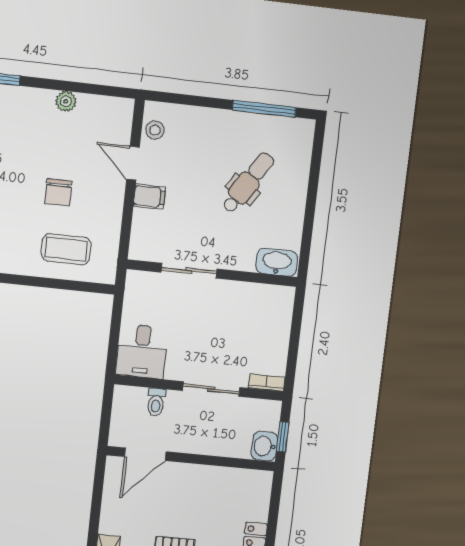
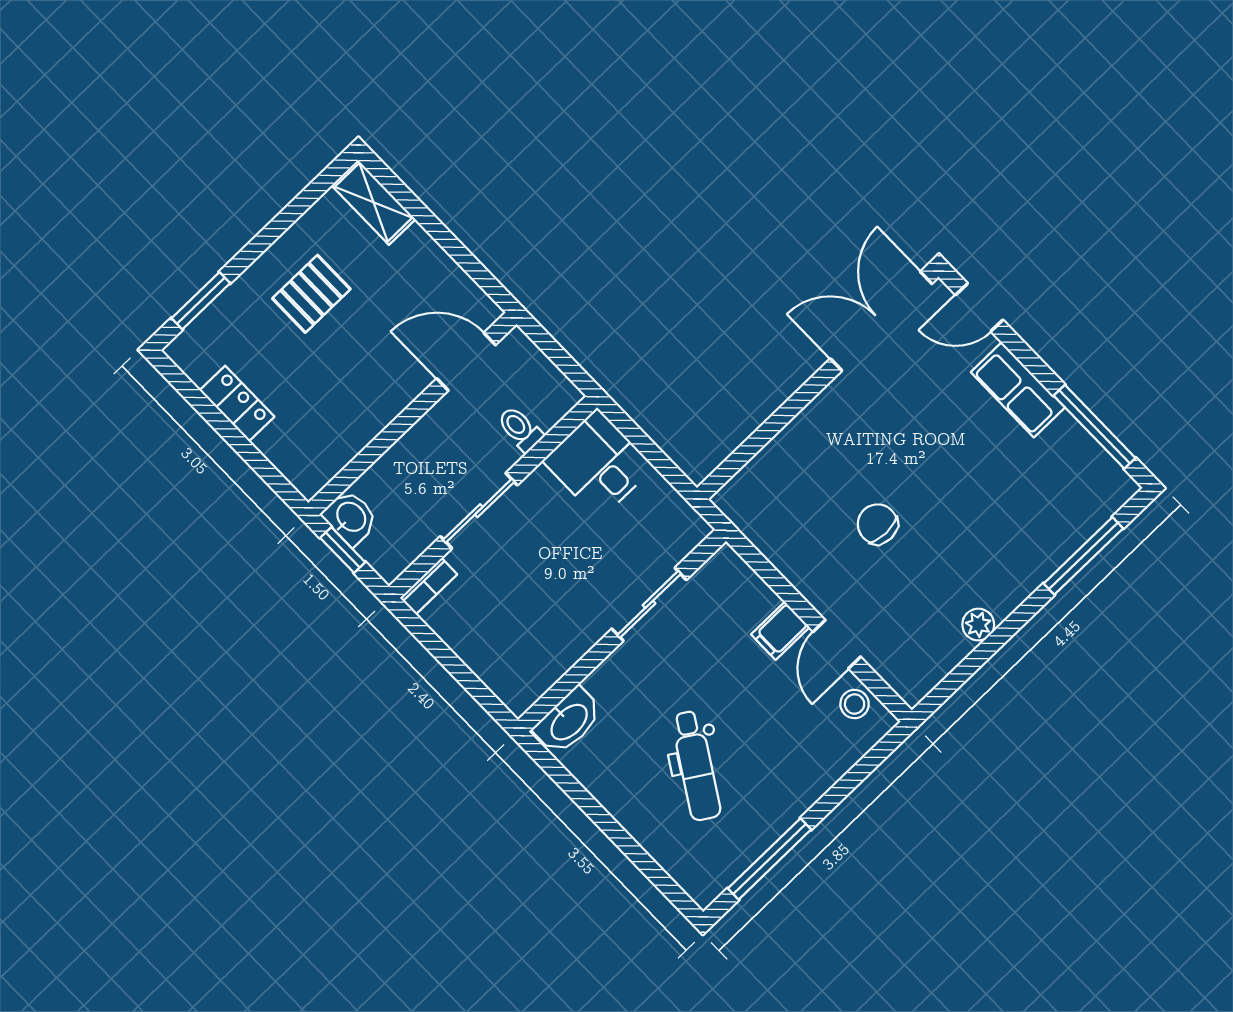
door: (133, 163) -> (837, 644), swing flipped
coffee table: (66, 249) -> (801, 476), removed
door: (145, 454) -> (466, 362), hinge flipped

